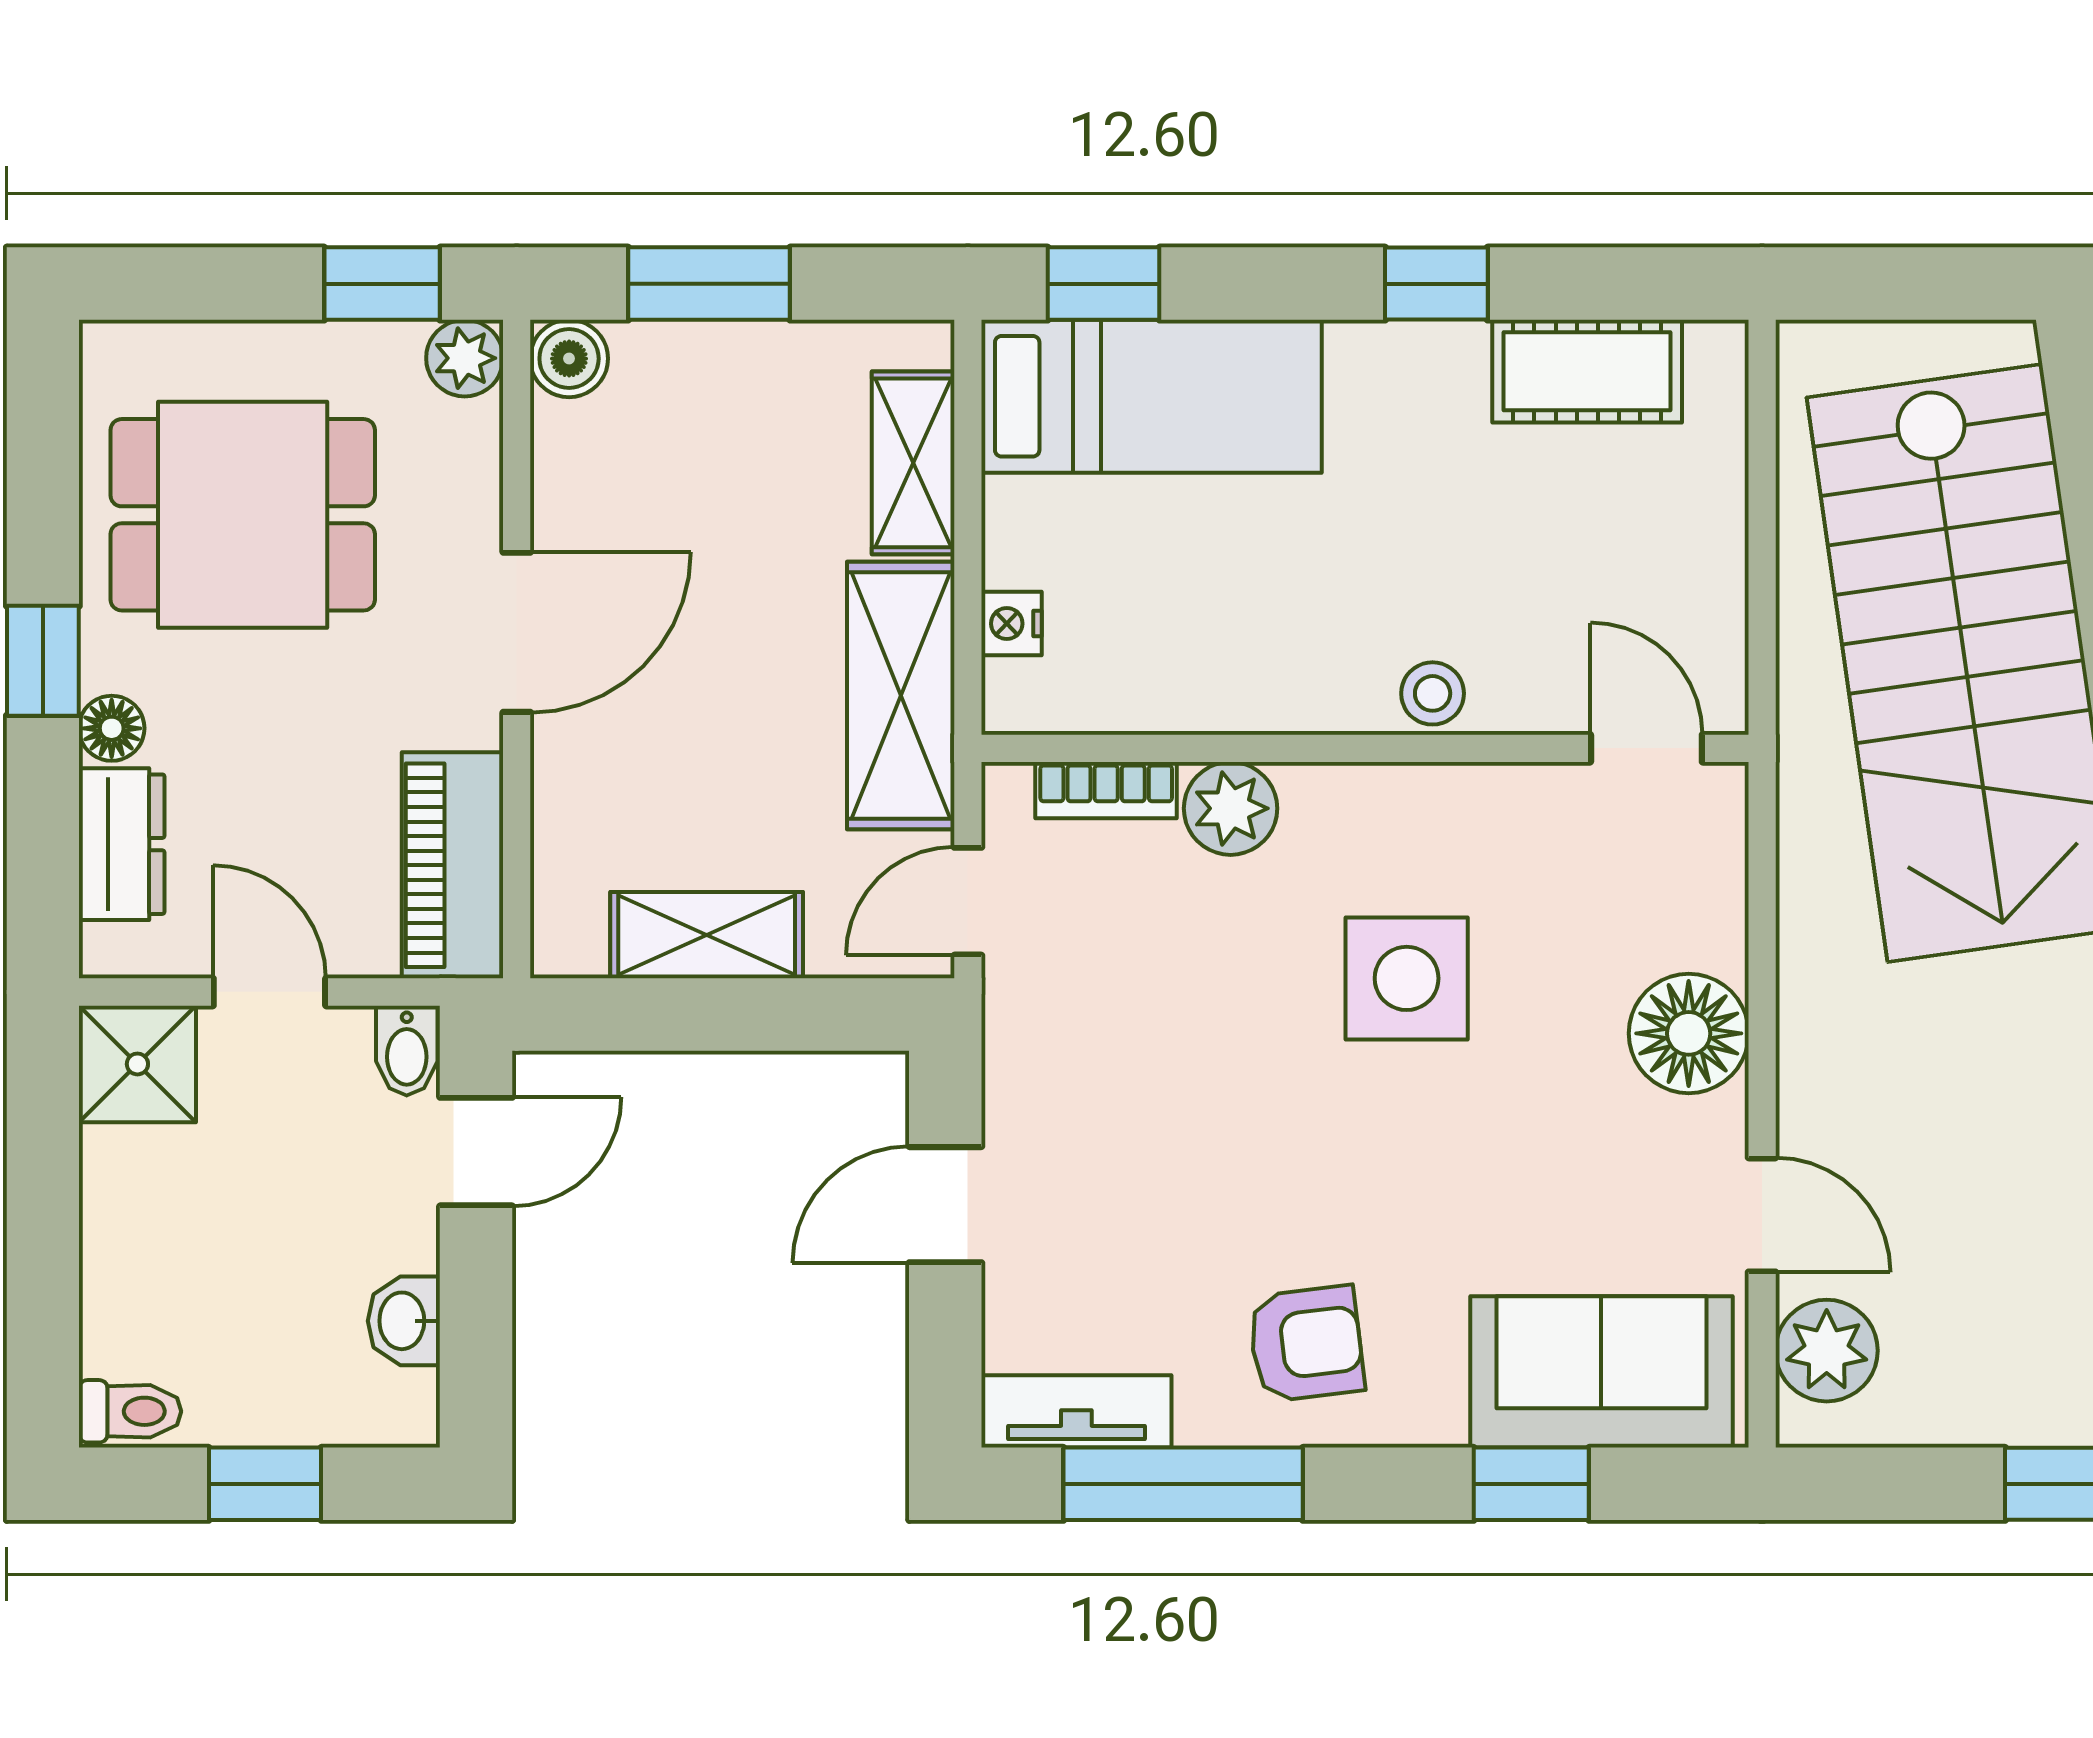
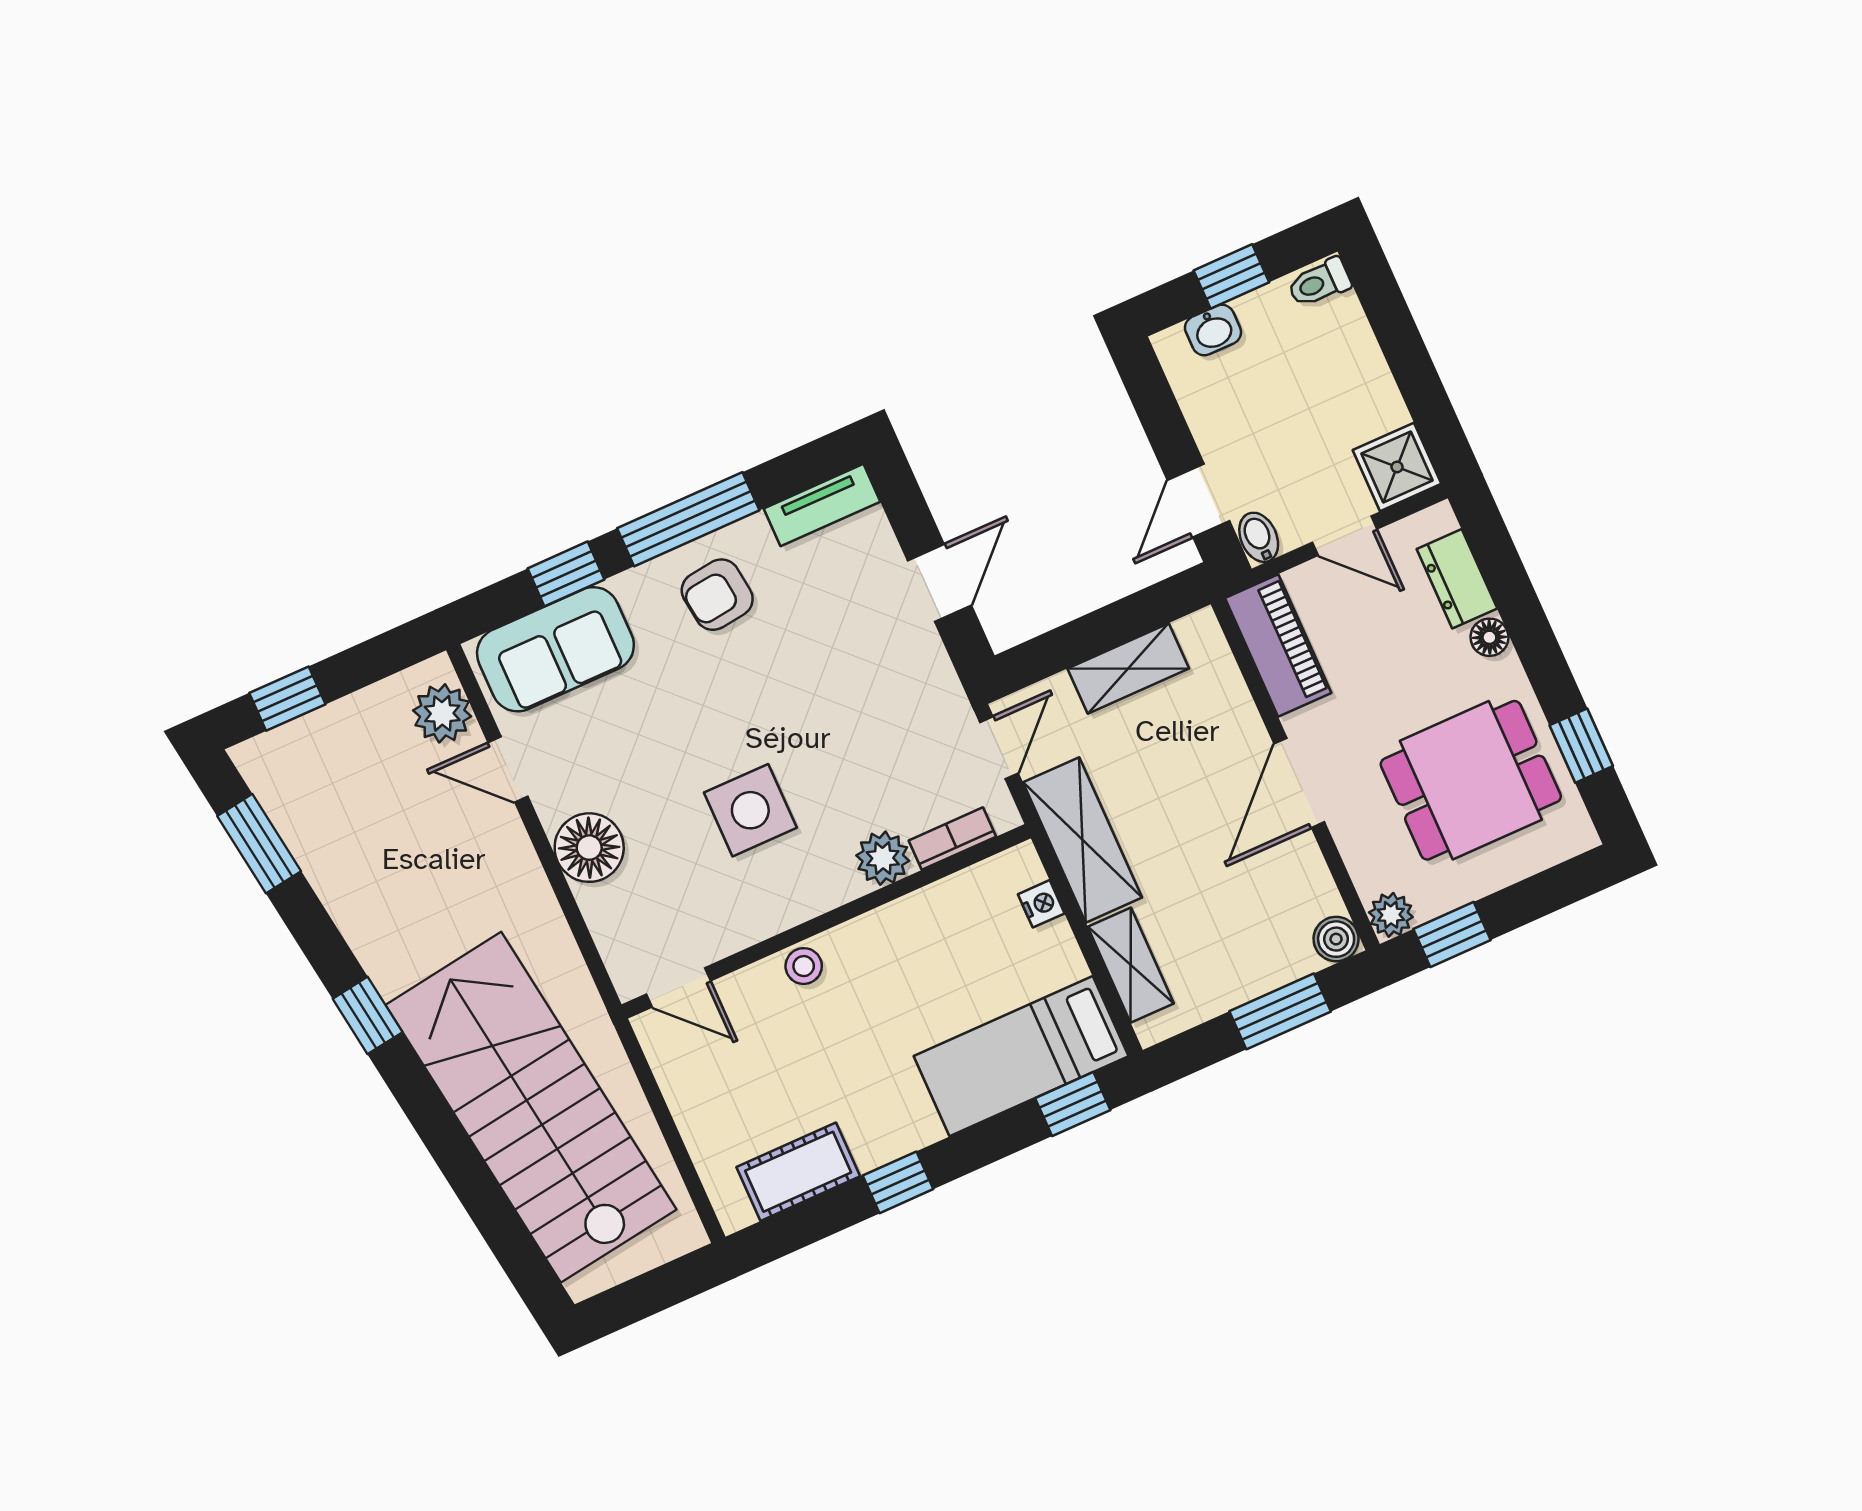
window: (43, 661) -> (1581, 746), moved
washbasin: (404, 1321) -> (1213, 330), moved, turned 90
window: (1183, 1484) -> (688, 519), moved

